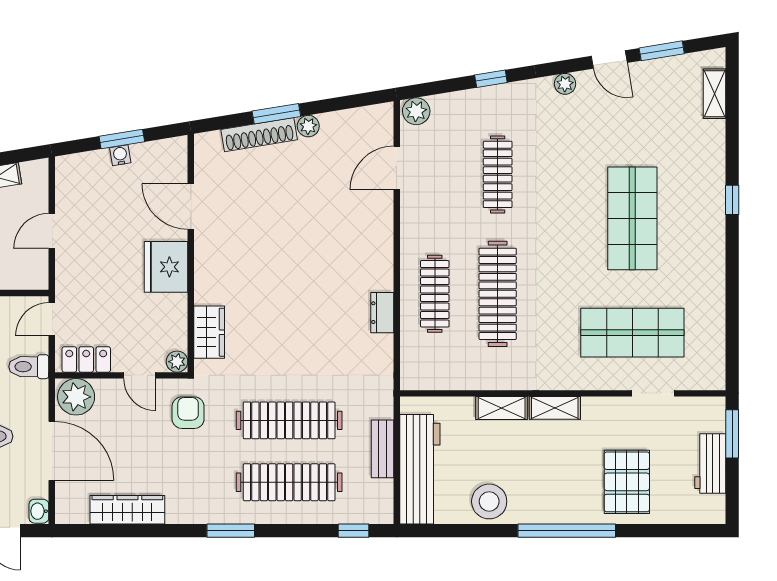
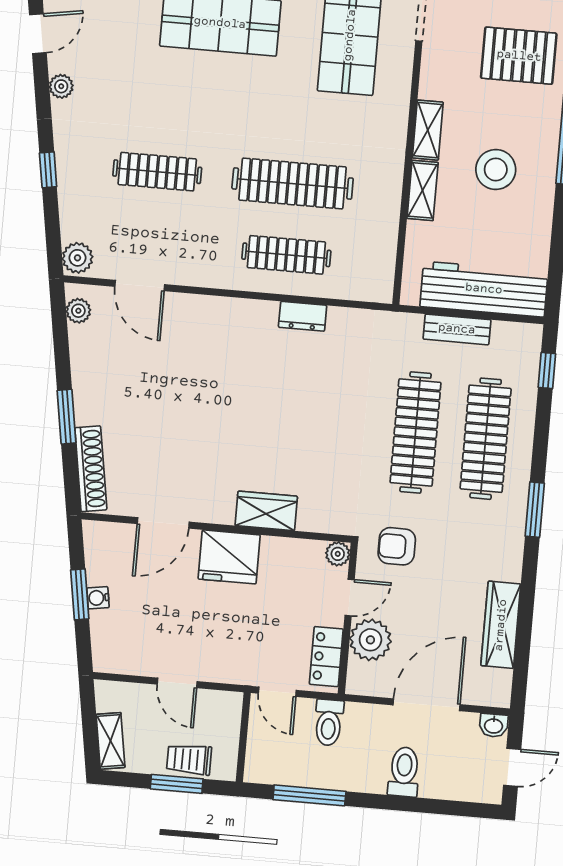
plant: (308, 126) -> (78, 311), moved
shoe rack: (259, 135) -> (91, 469), moved
wardrobe: (209, 332) -> (266, 511), moved
plant: (76, 397) -> (370, 640), moved
stool: (489, 501) -> (496, 170), moved

